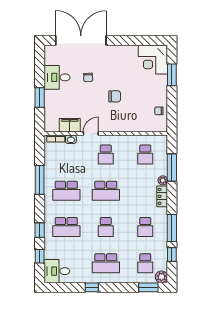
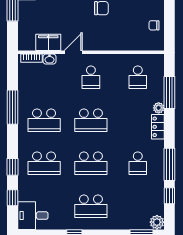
school desk: (106, 227) -> (91, 163), width x1.85
school desk: (145, 263) -> (138, 206), removed

